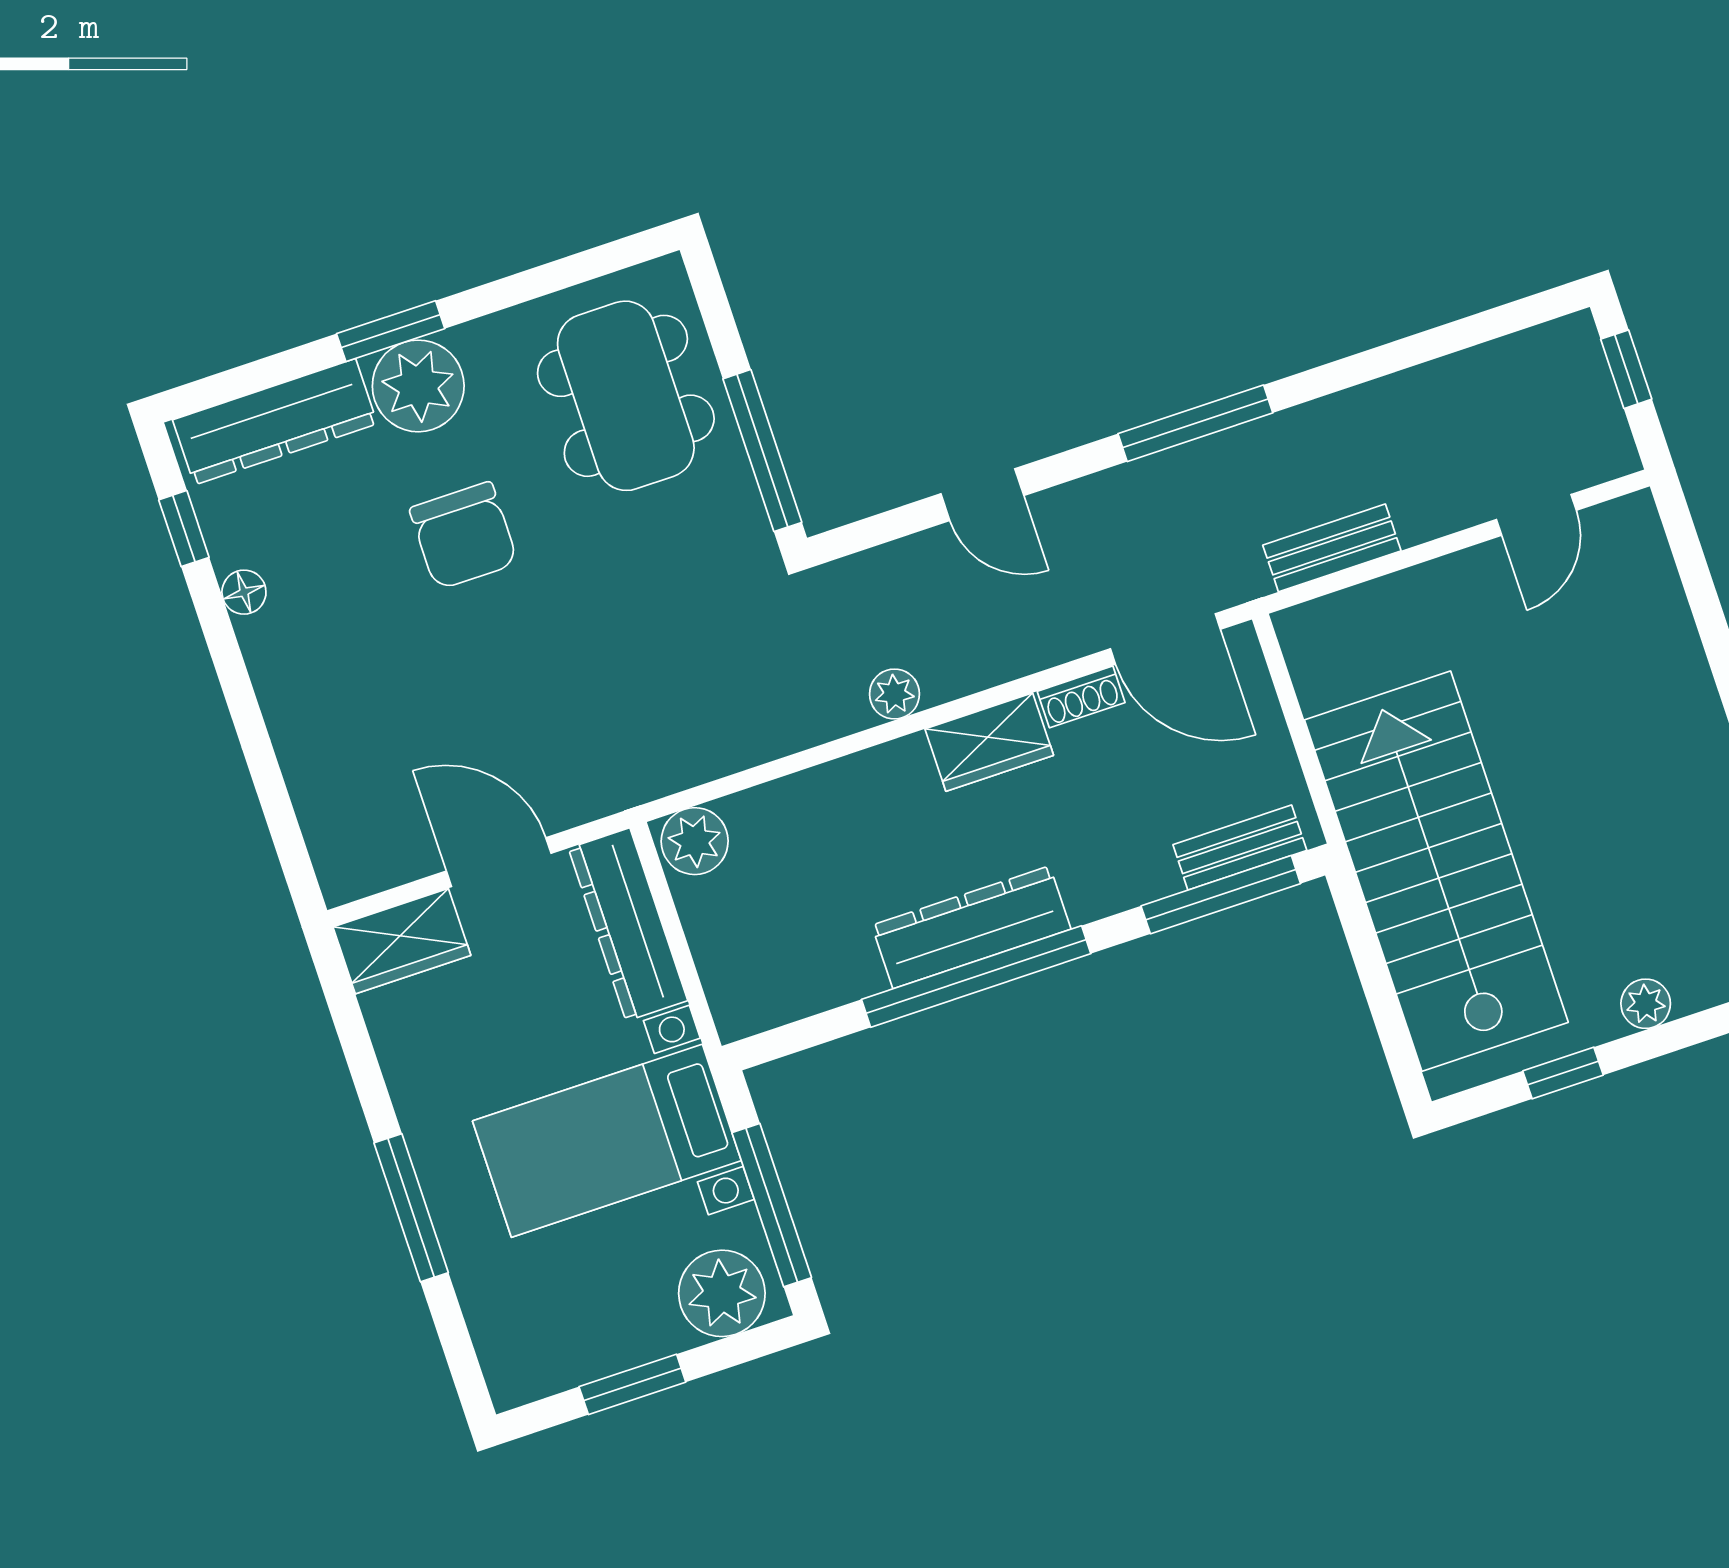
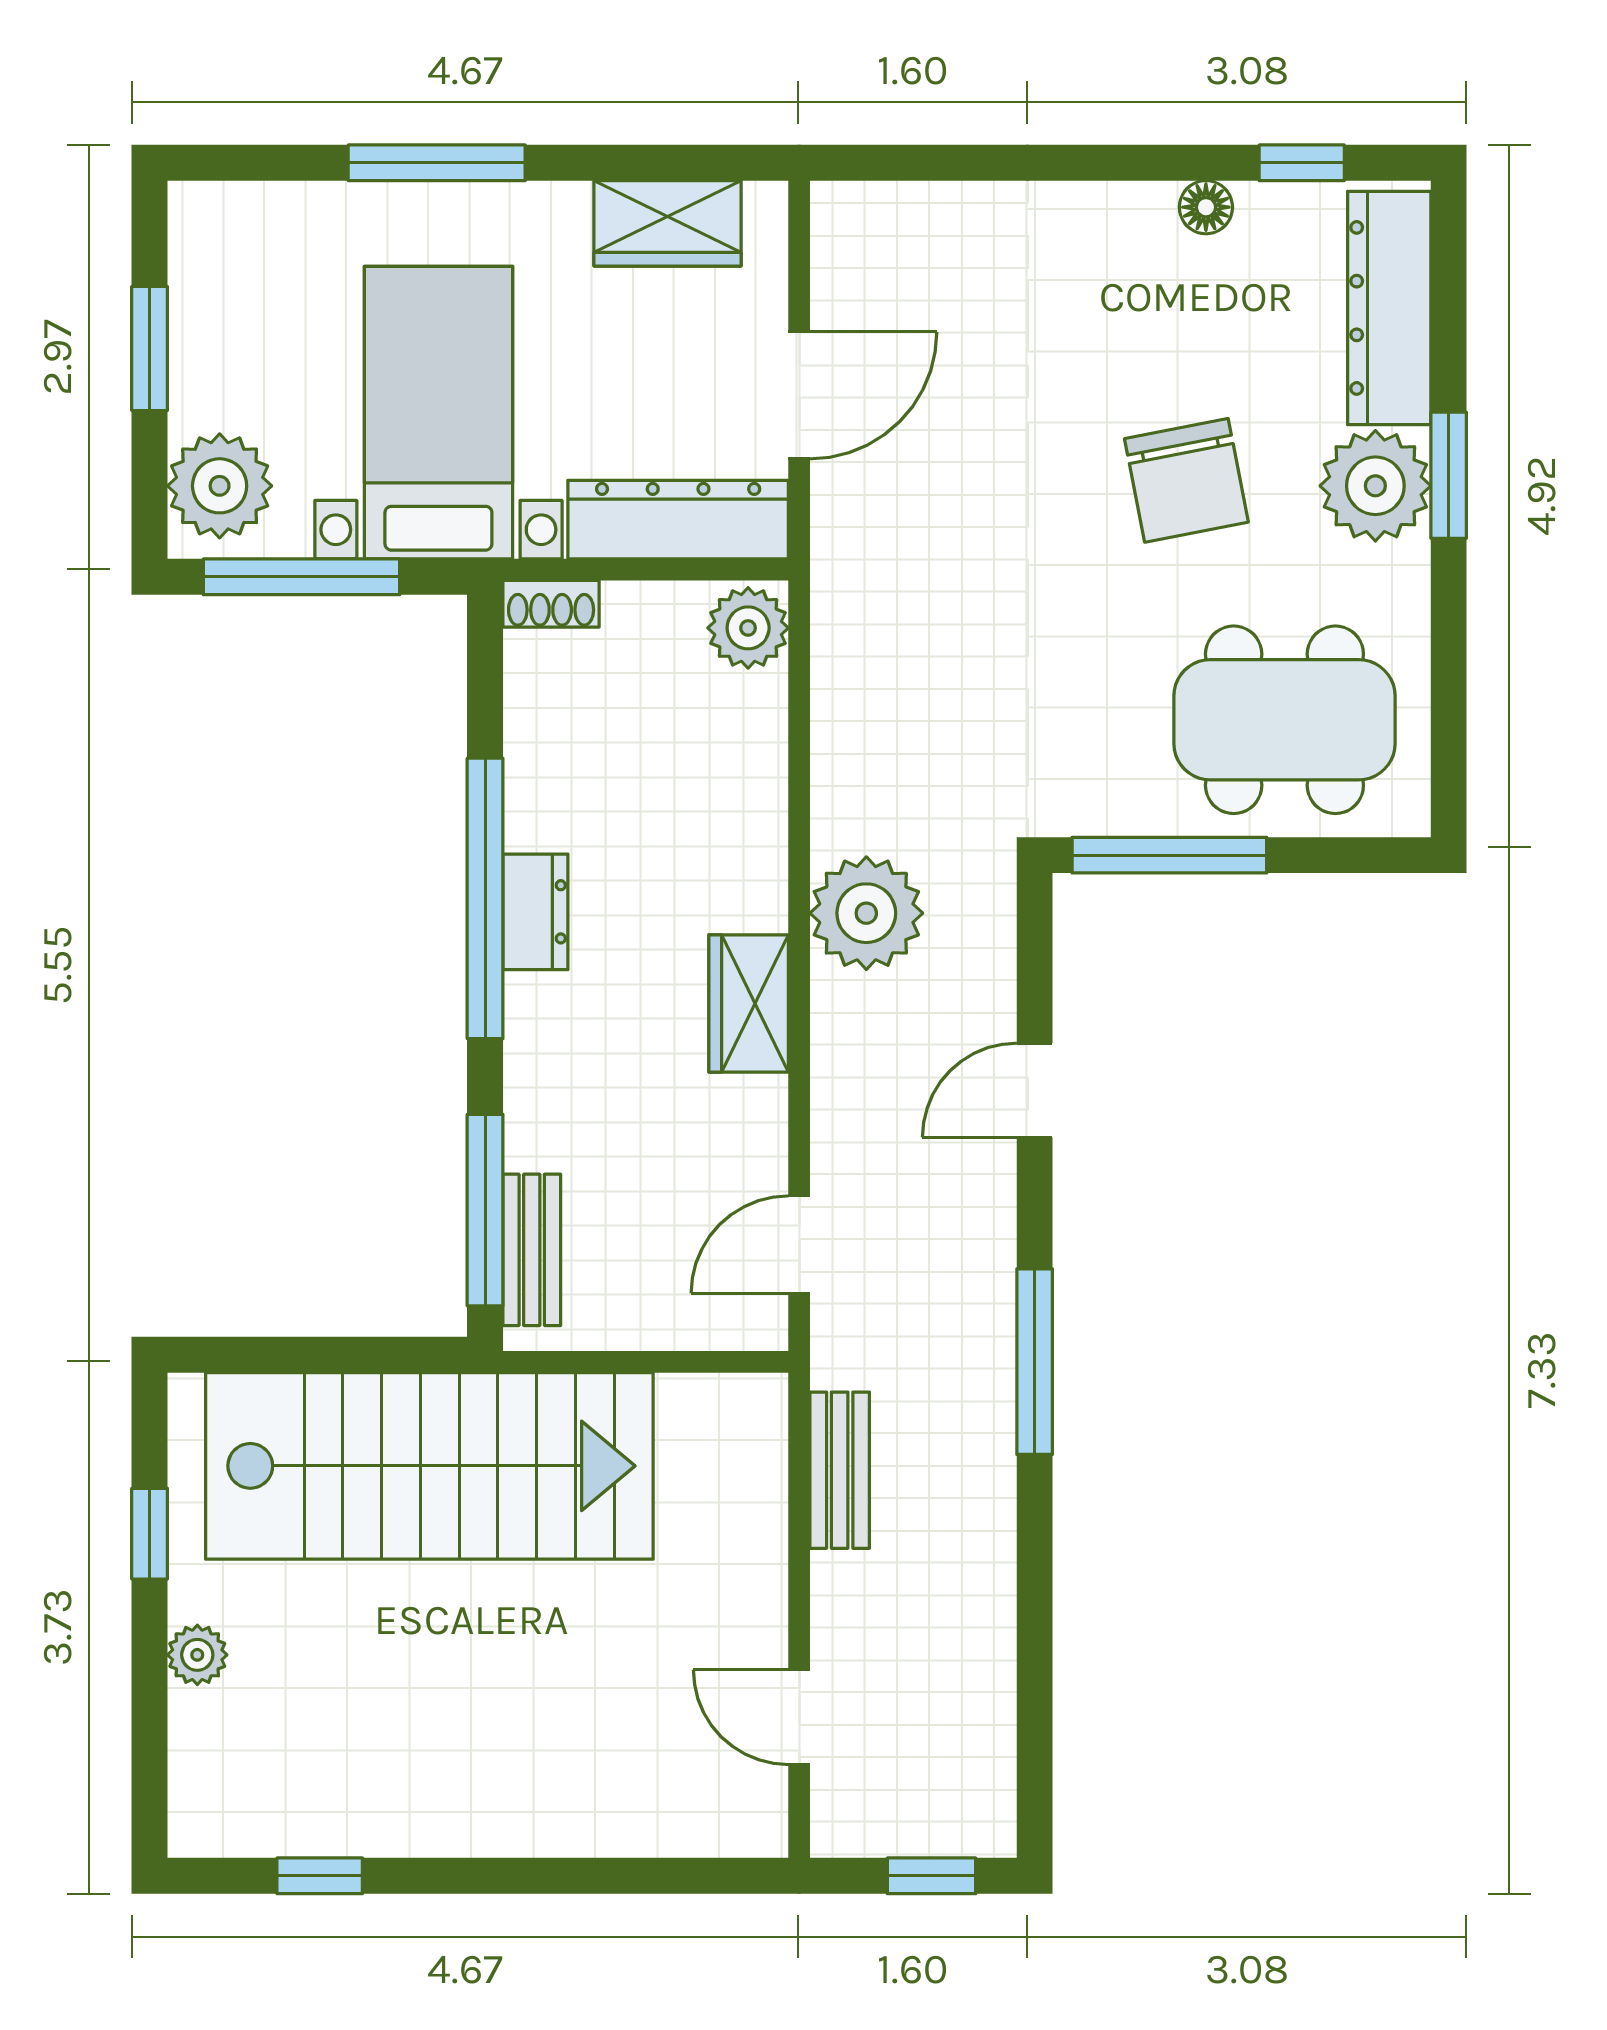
chair: (464, 536) -> (1186, 480), turned -101
door: (1165, 639) -> (799, 1245), width x0.73
plant: (894, 694) -> (866, 913), width x1.87, depth x1.87
shoe rack: (1081, 697) -> (551, 604), moved, turned -90
dresser: (971, 927) -> (535, 912), width x0.51, depth x0.80
wardrobe: (402, 941) -> (667, 223), moved, turned -90

